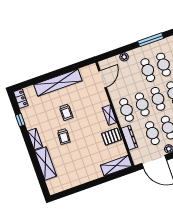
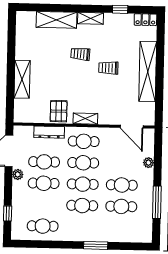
shelving: (116, 166) -> (22, 79), moved

